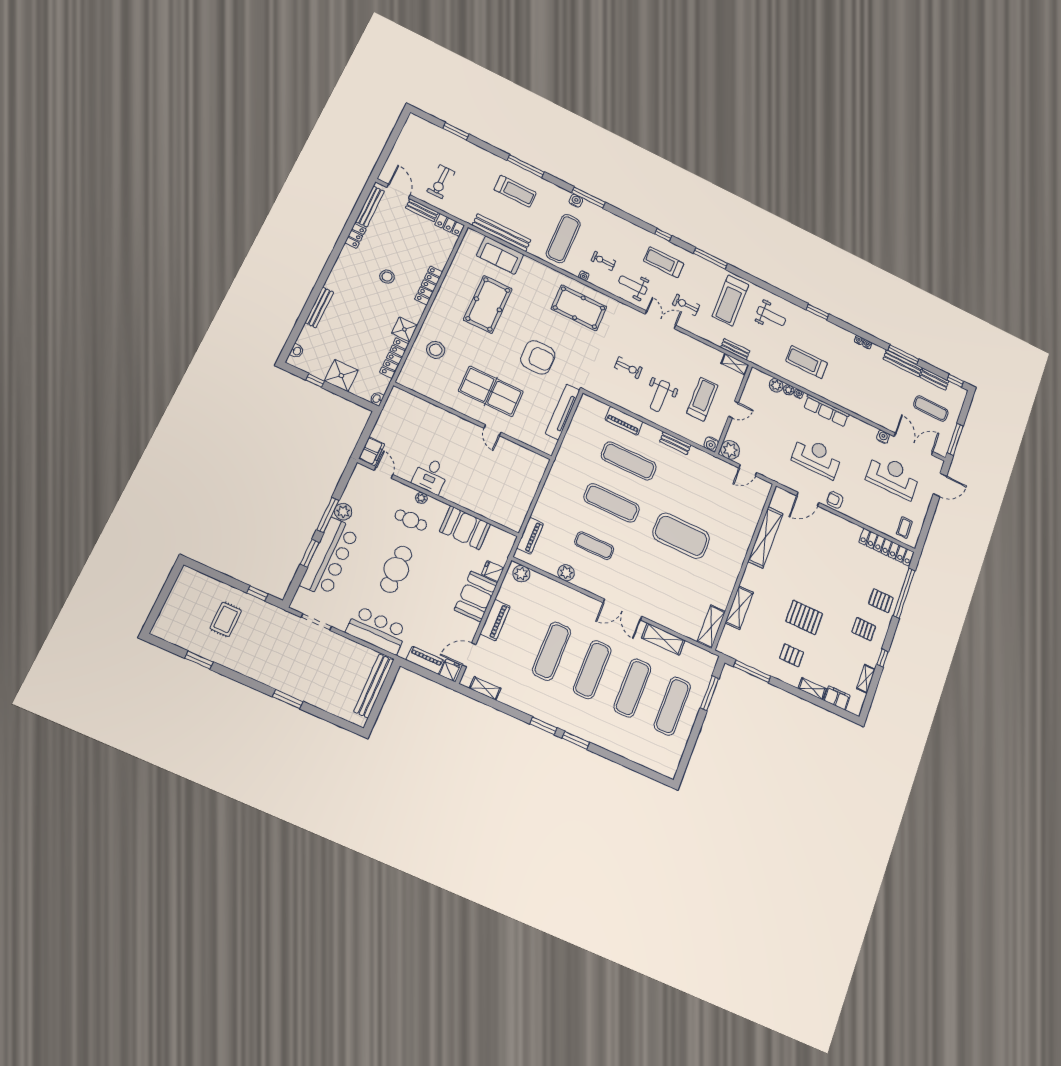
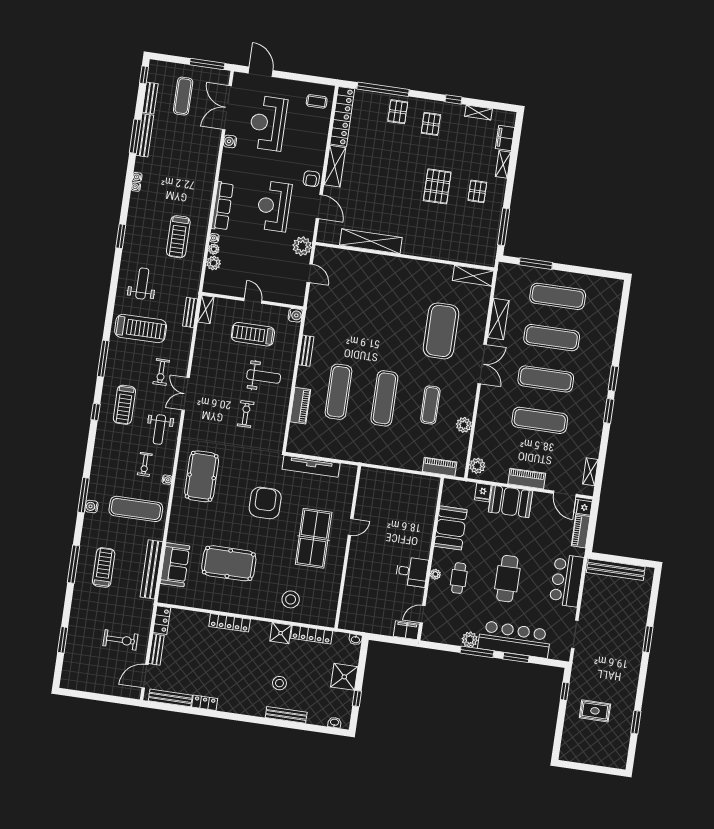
stool: (387, 277) -> (279, 683), moved
plant: (730, 450) -> (302, 246), moved
exercise mat: (681, 536) -> (441, 331), moved
cafe table: (396, 569) -> (507, 579), turned 90
shelving: (739, 608) -> (335, 166), moved, turned 90

